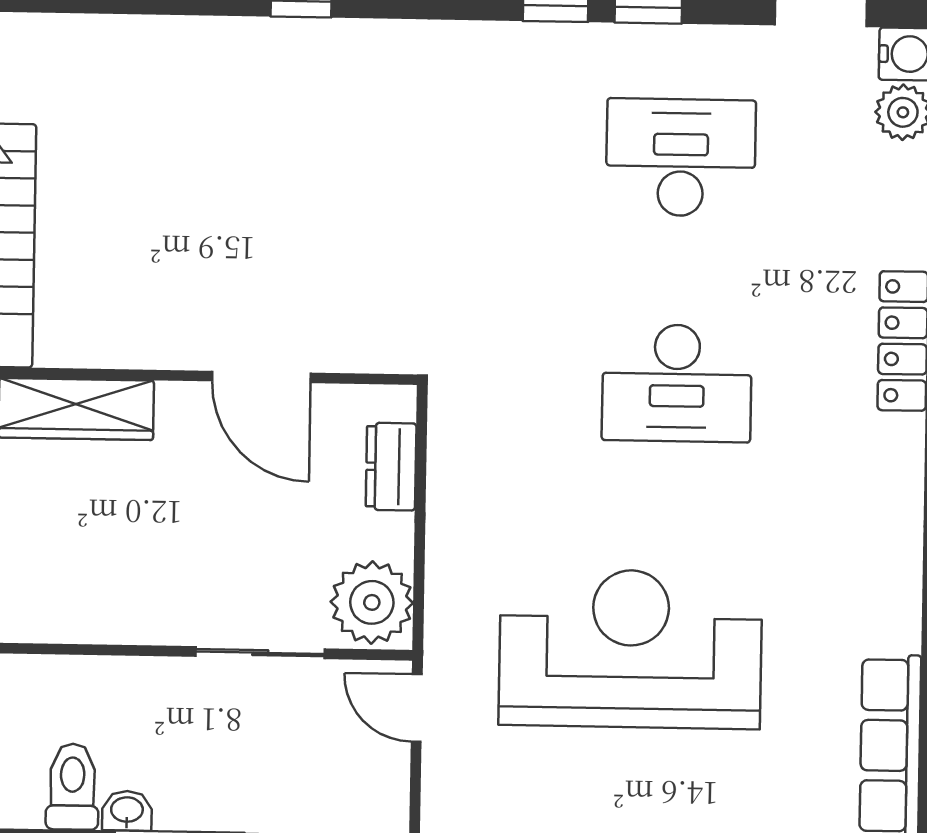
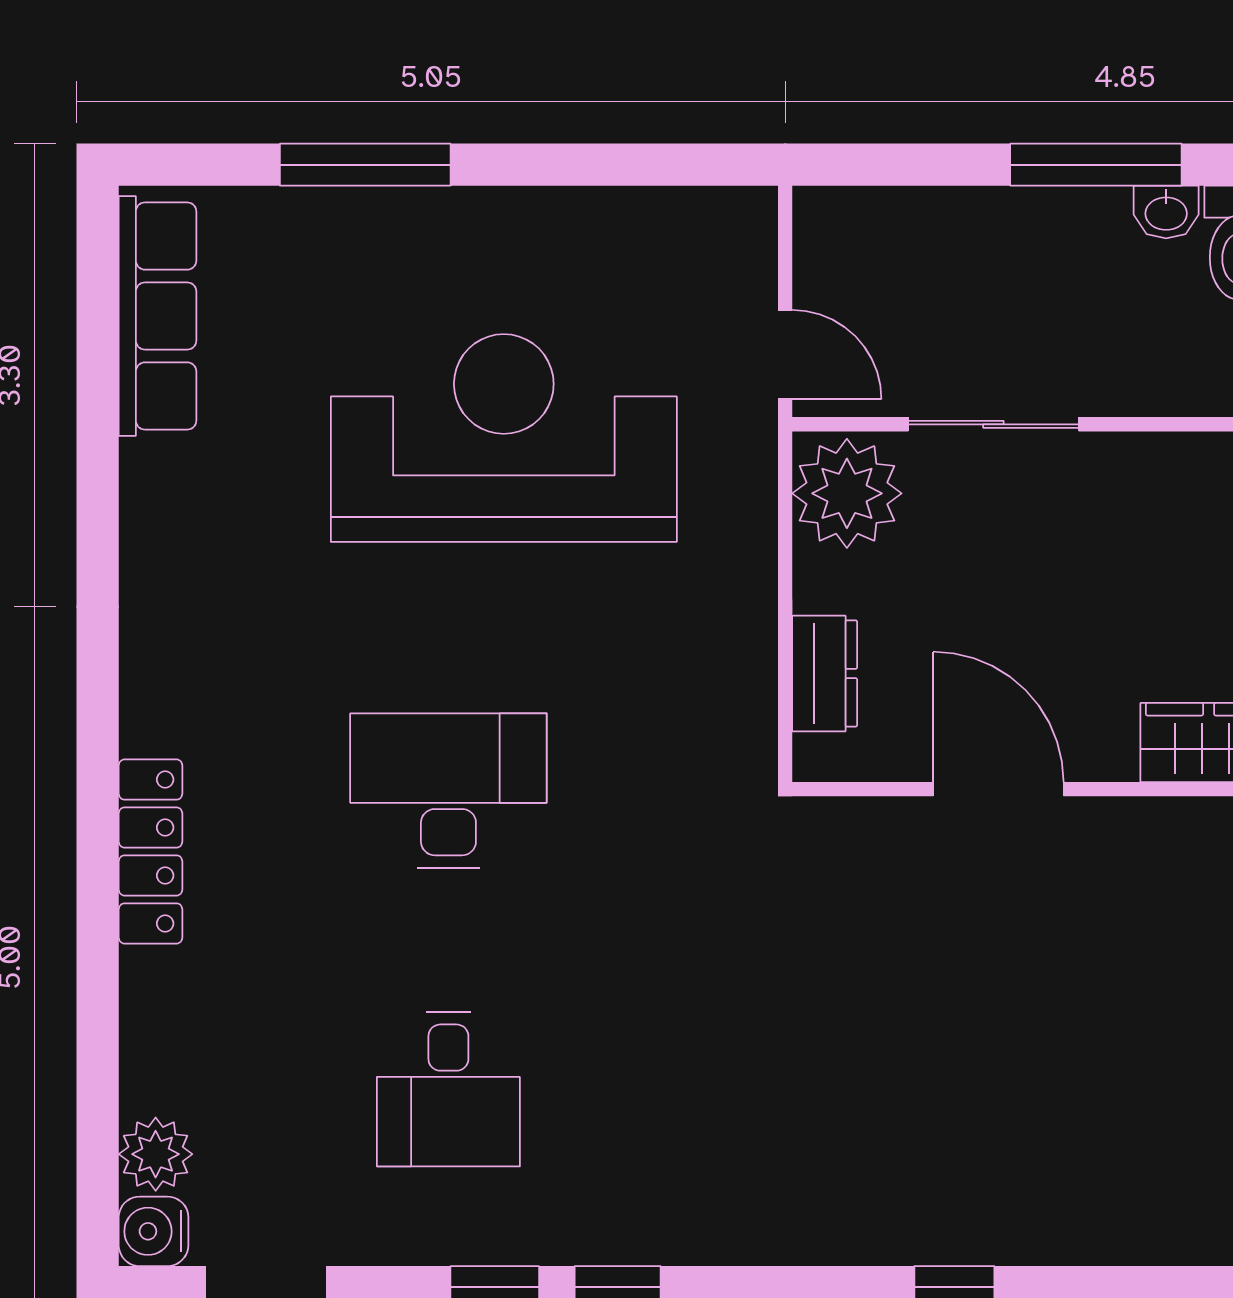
desk: (681, 157) -> (448, 1089), width x0.73
reception desk: (630, 649) -> (504, 438), turned 180

